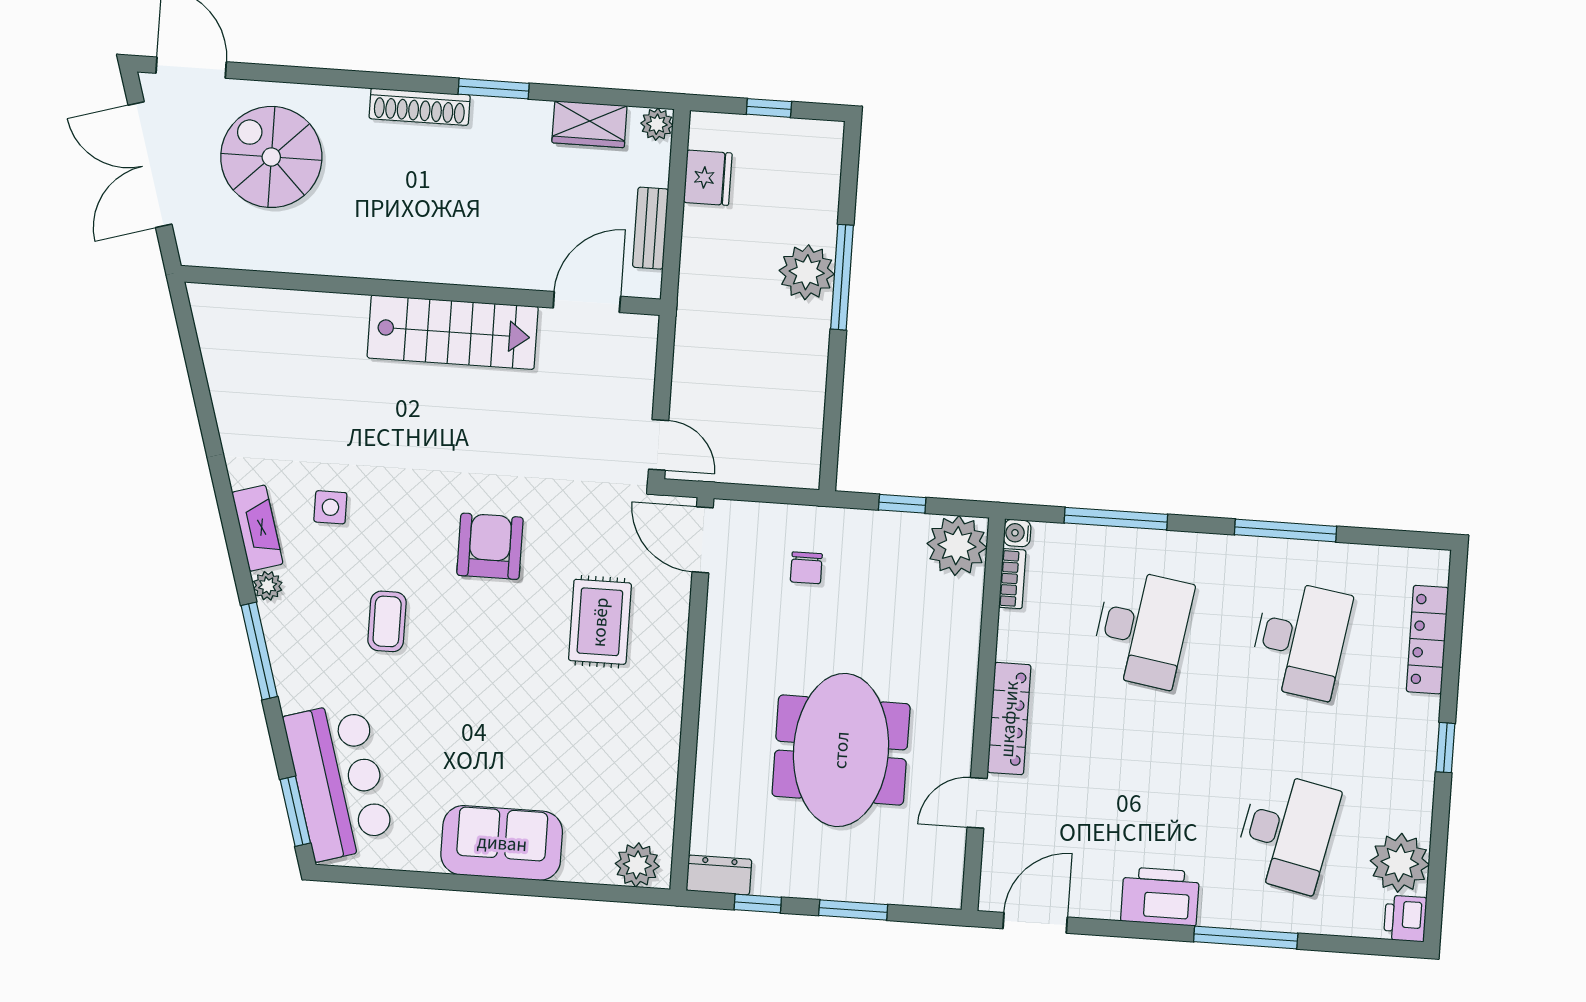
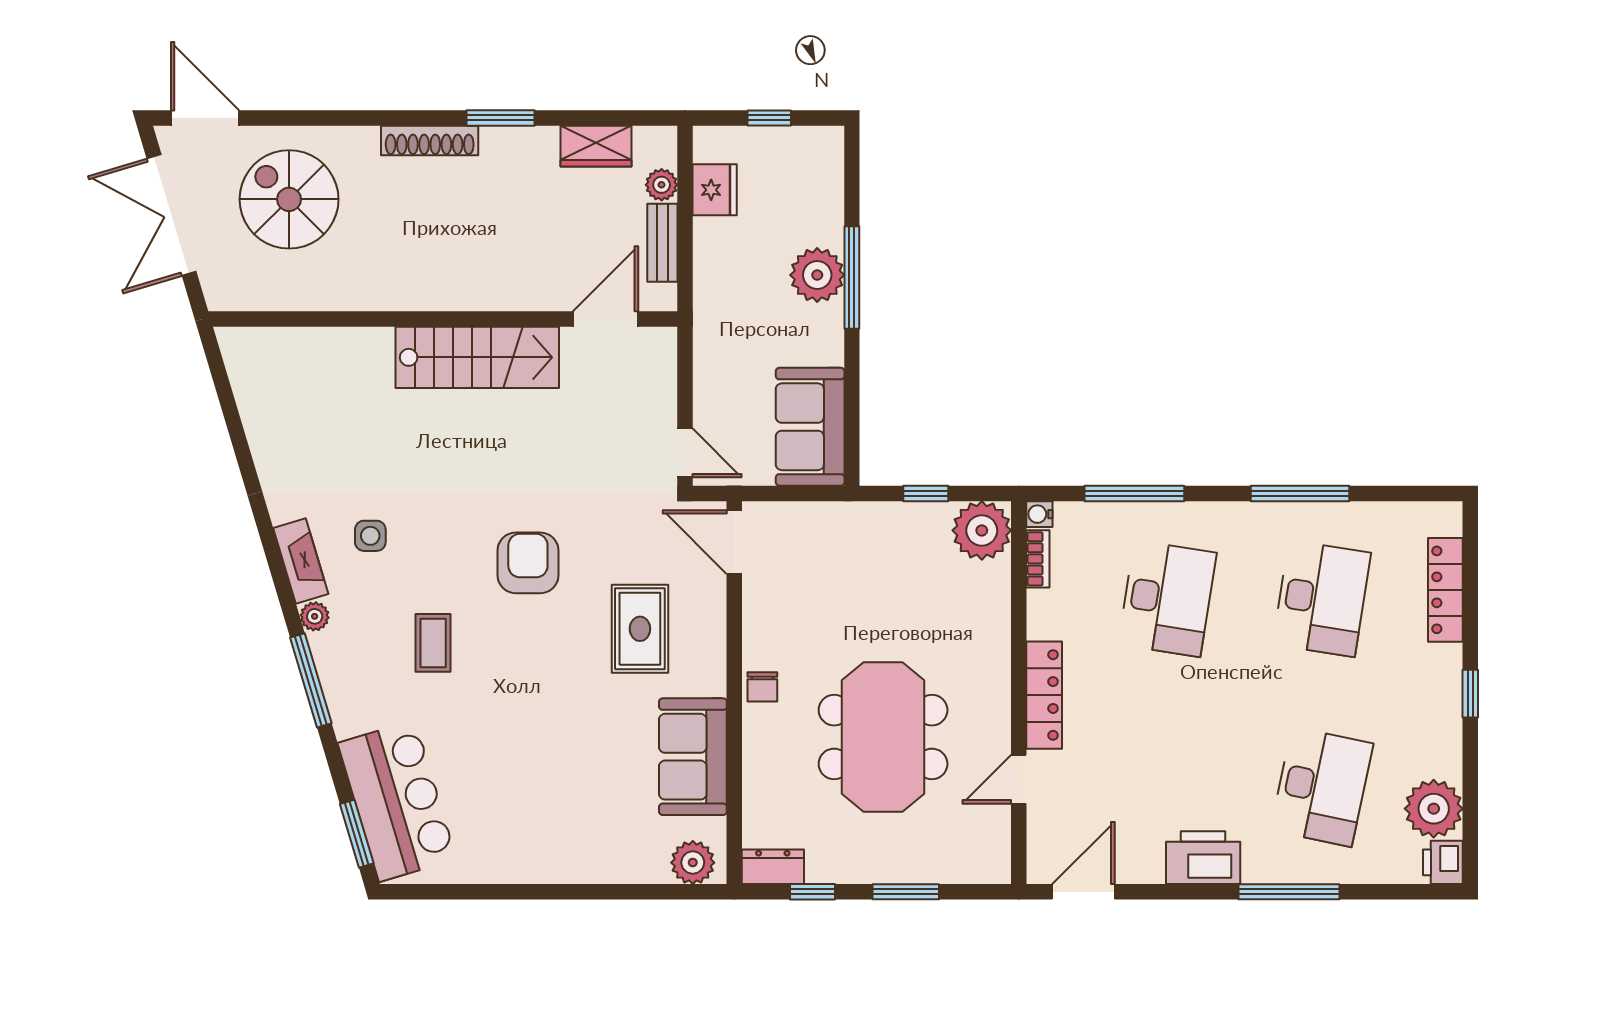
plant: (657, 124) -> (662, 185), moved
sofa: (789, 427) -> (810, 427), added
chair: (806, 568) -> (762, 687), moved
sofa: (502, 843) -> (693, 757), moved, turned -90

